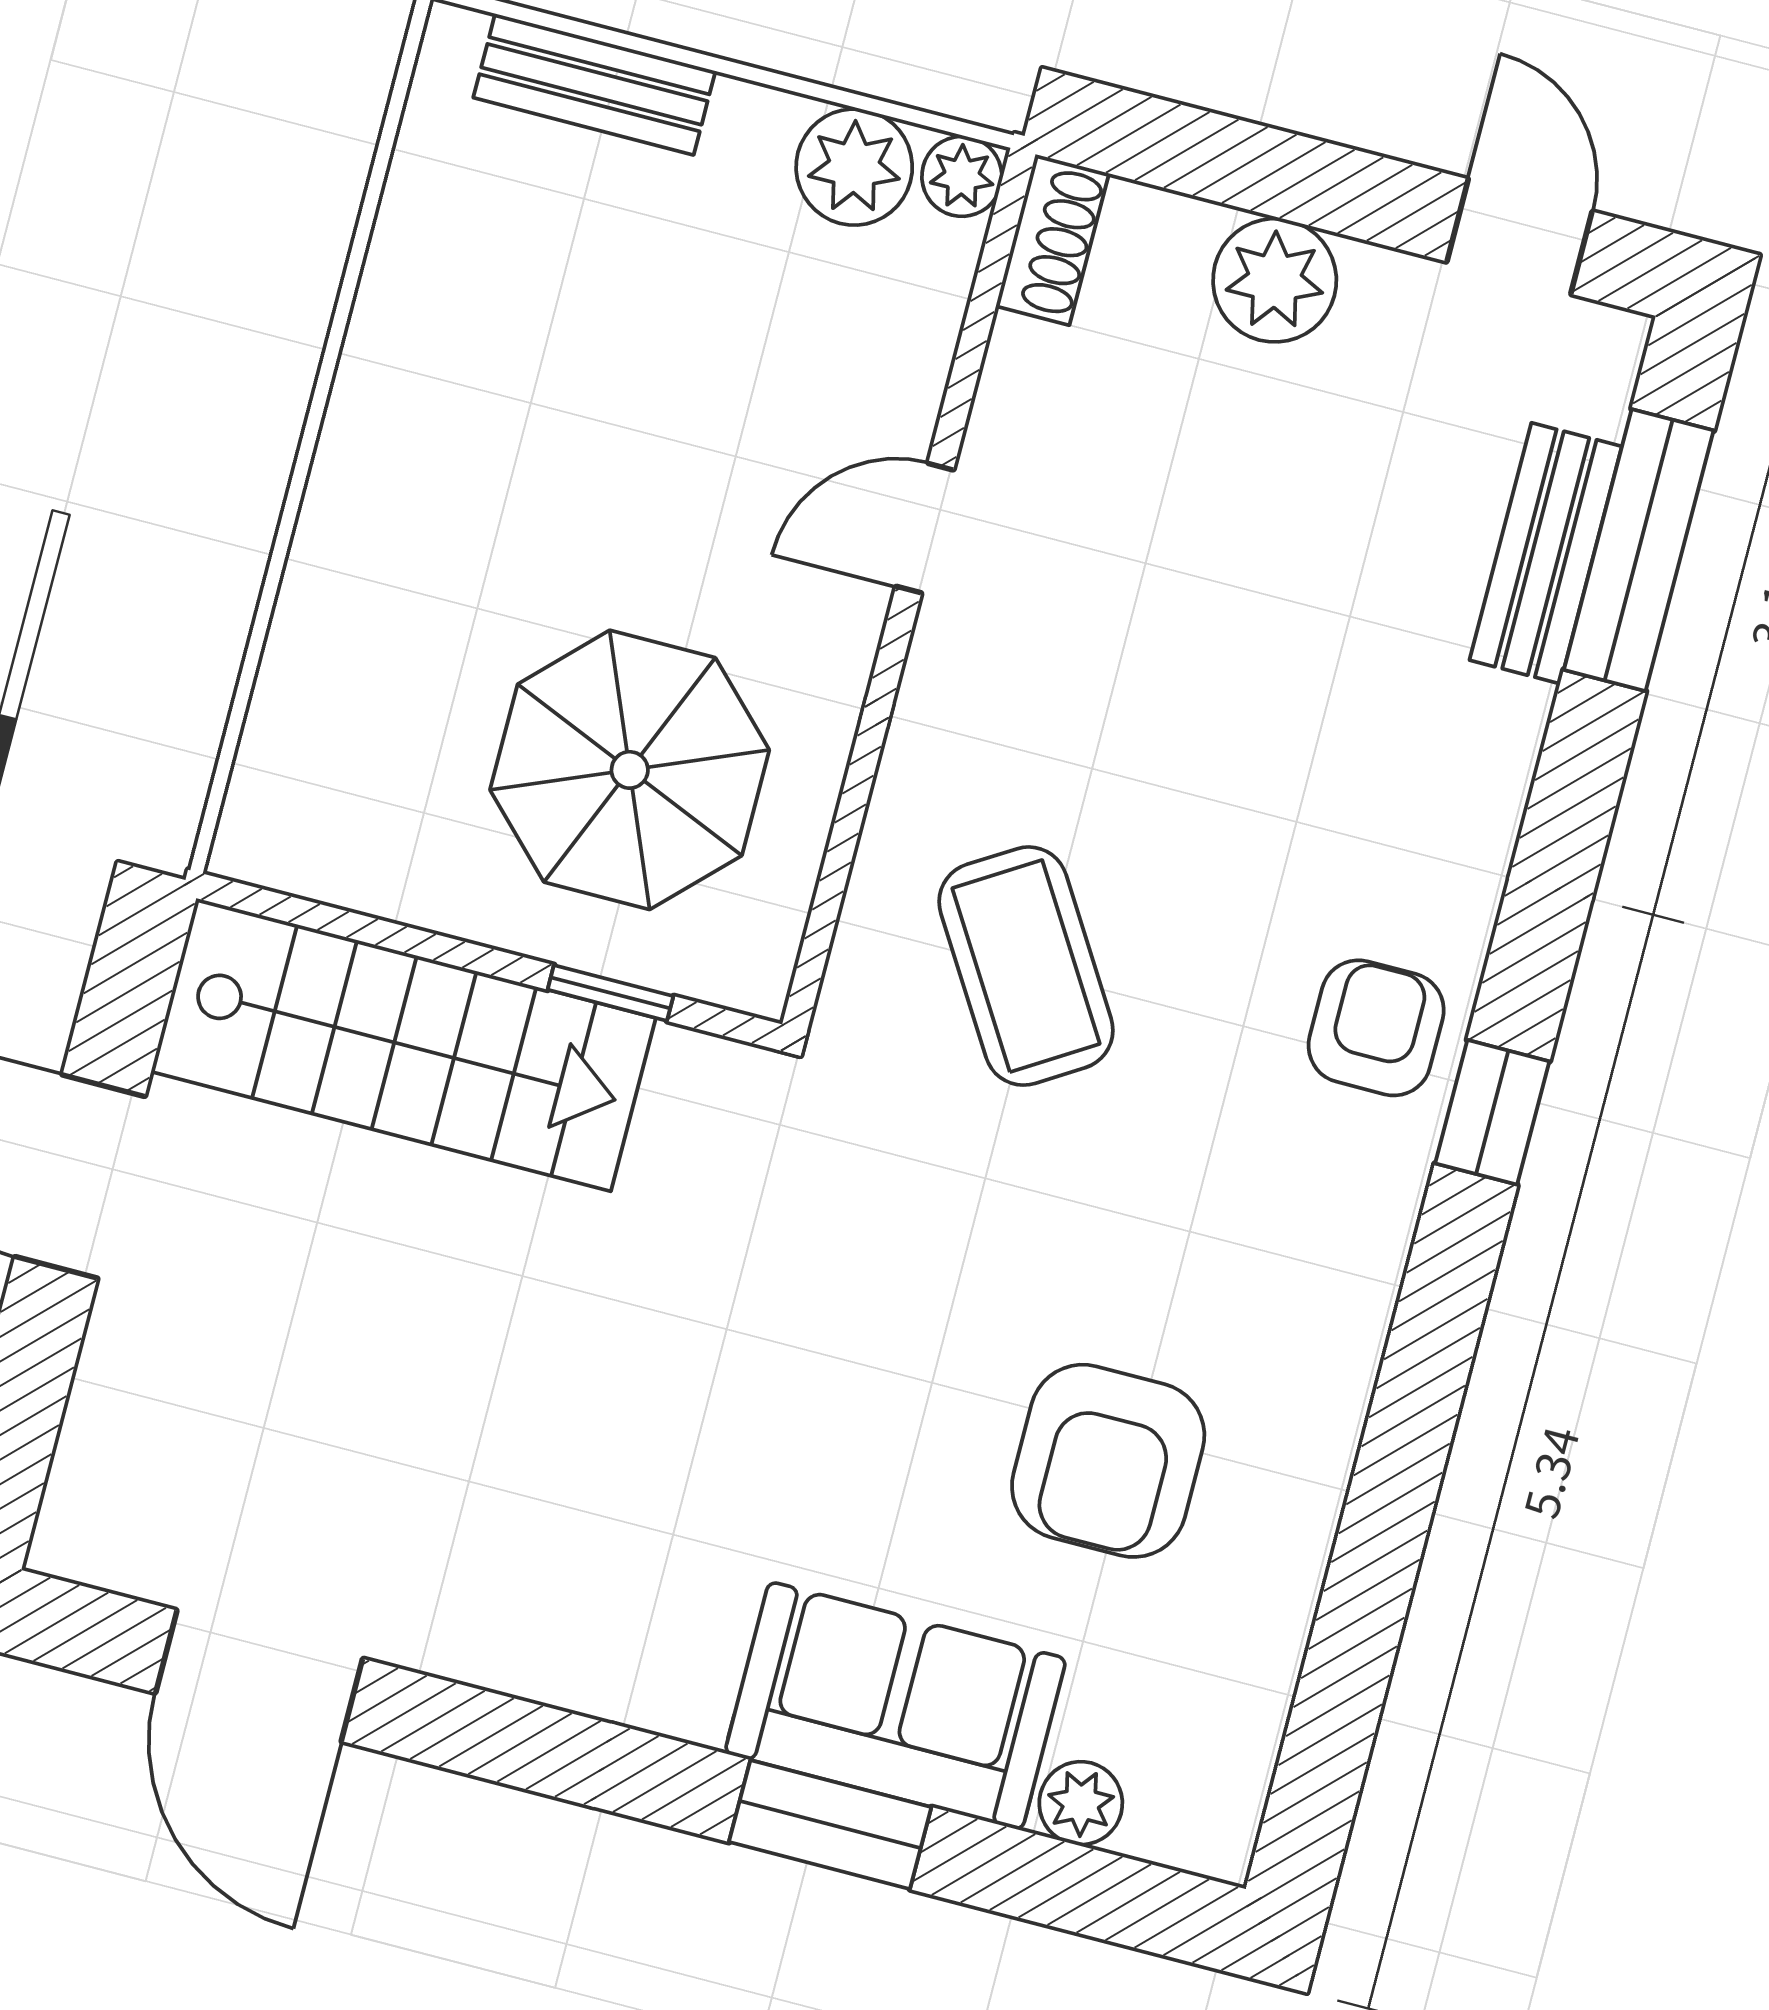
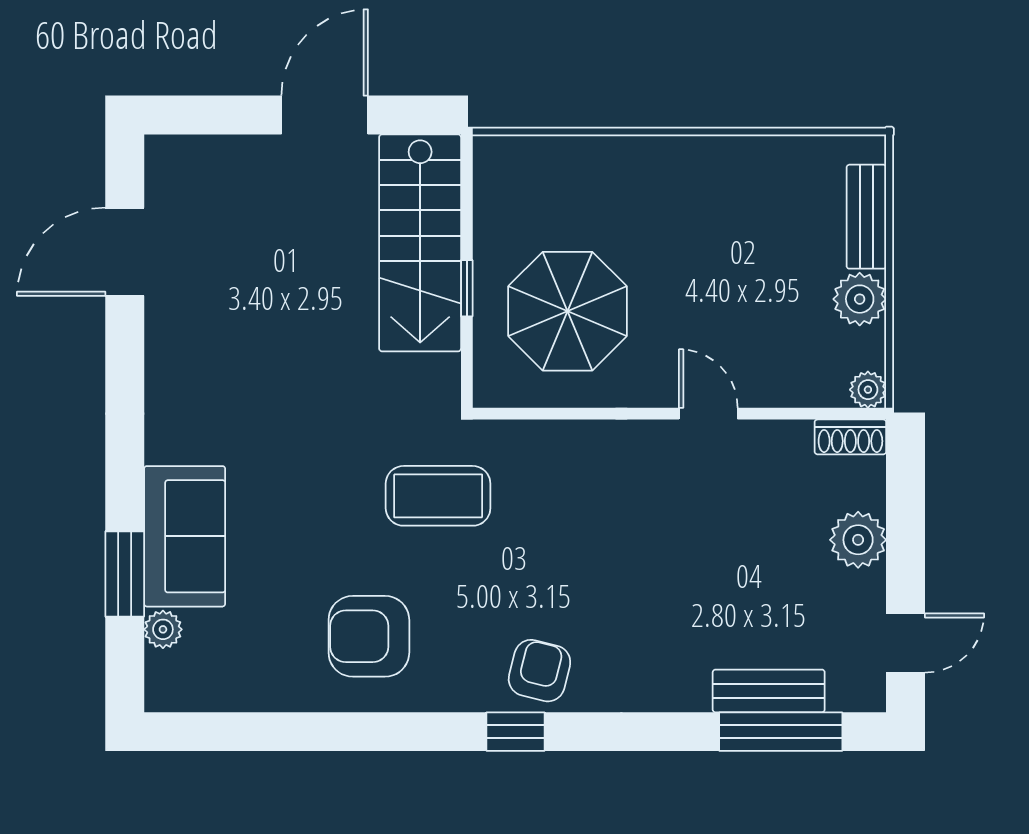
plant: (854, 167) -> (860, 299), moved
coffee table: (1026, 966) -> (438, 496), moved, turned 32
window: (610, 993) -> (467, 288), moved
armchair: (1376, 1028) -> (539, 671), turned -76
armchair: (1108, 1461) -> (369, 636), moved
window: (830, 1825) -> (125, 574), moved

